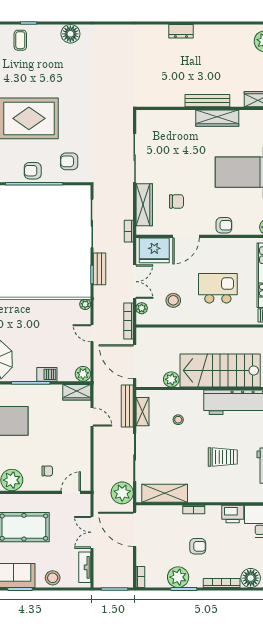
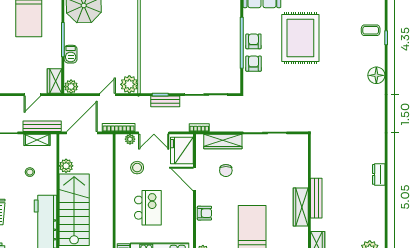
armchair: (69, 161) -> (254, 64), moved
armchair: (224, 225) -> (204, 213), turned -90
plant: (85, 304) -> (129, 84), width x1.88, depth x1.88

